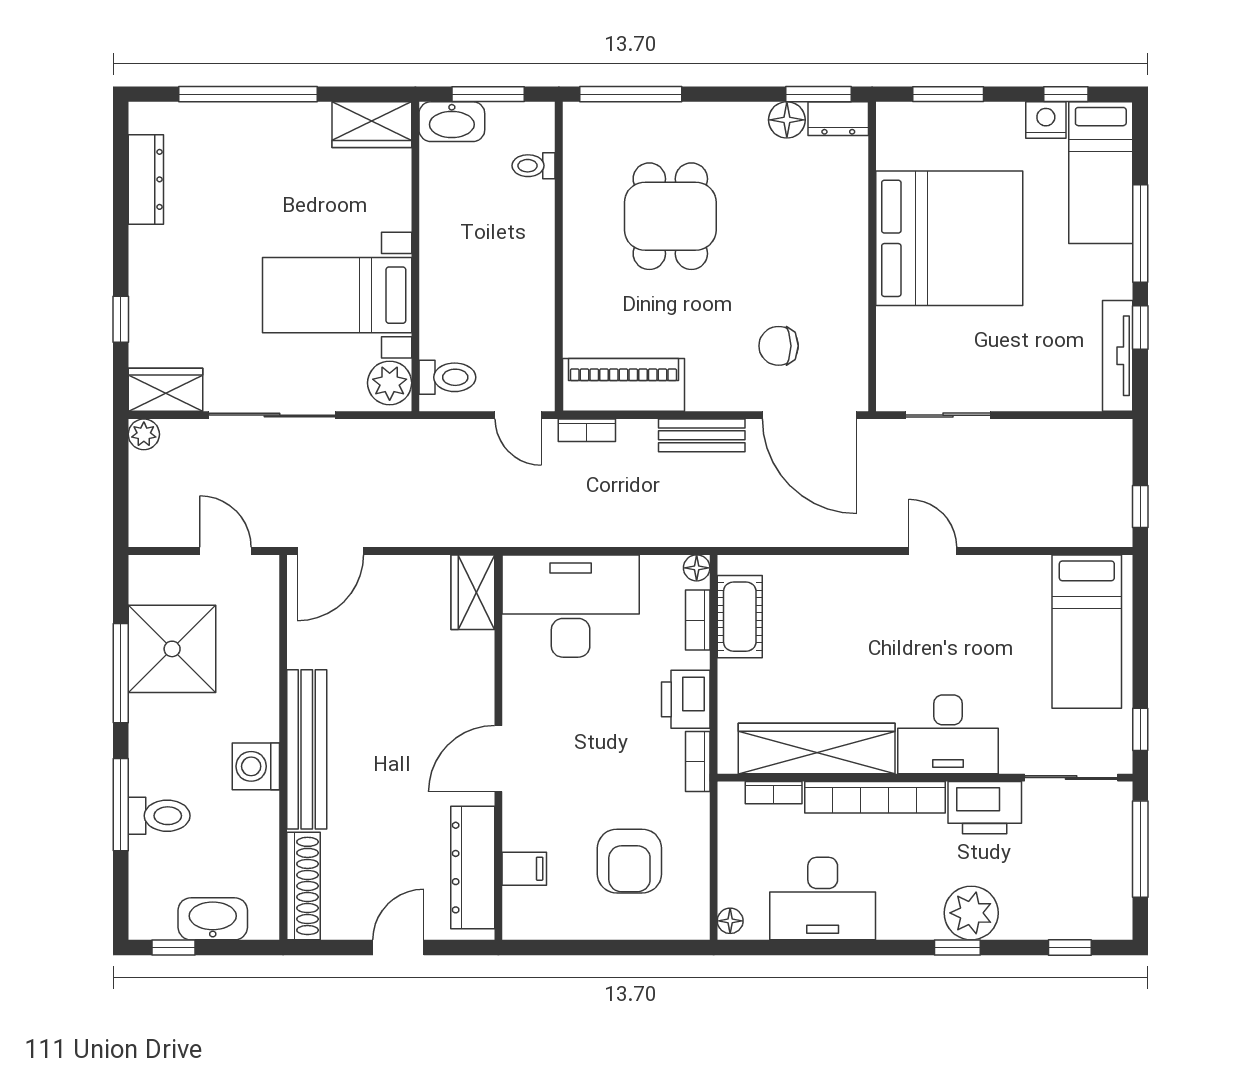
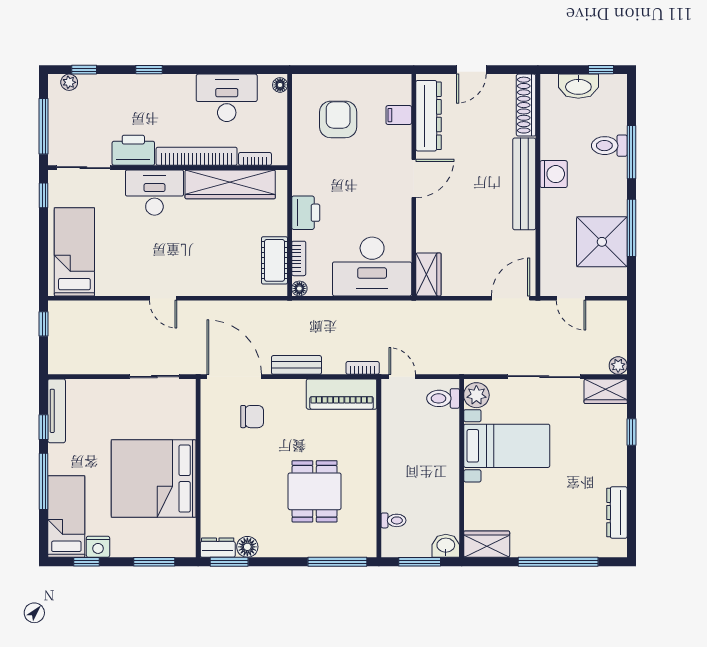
washbasin: (452, 122) -> (446, 546), width x0.72
bookcase: (698, 762) -> (299, 177), removed
plant: (971, 913) -> (69, 82), moved, width x0.53, depth x0.53

